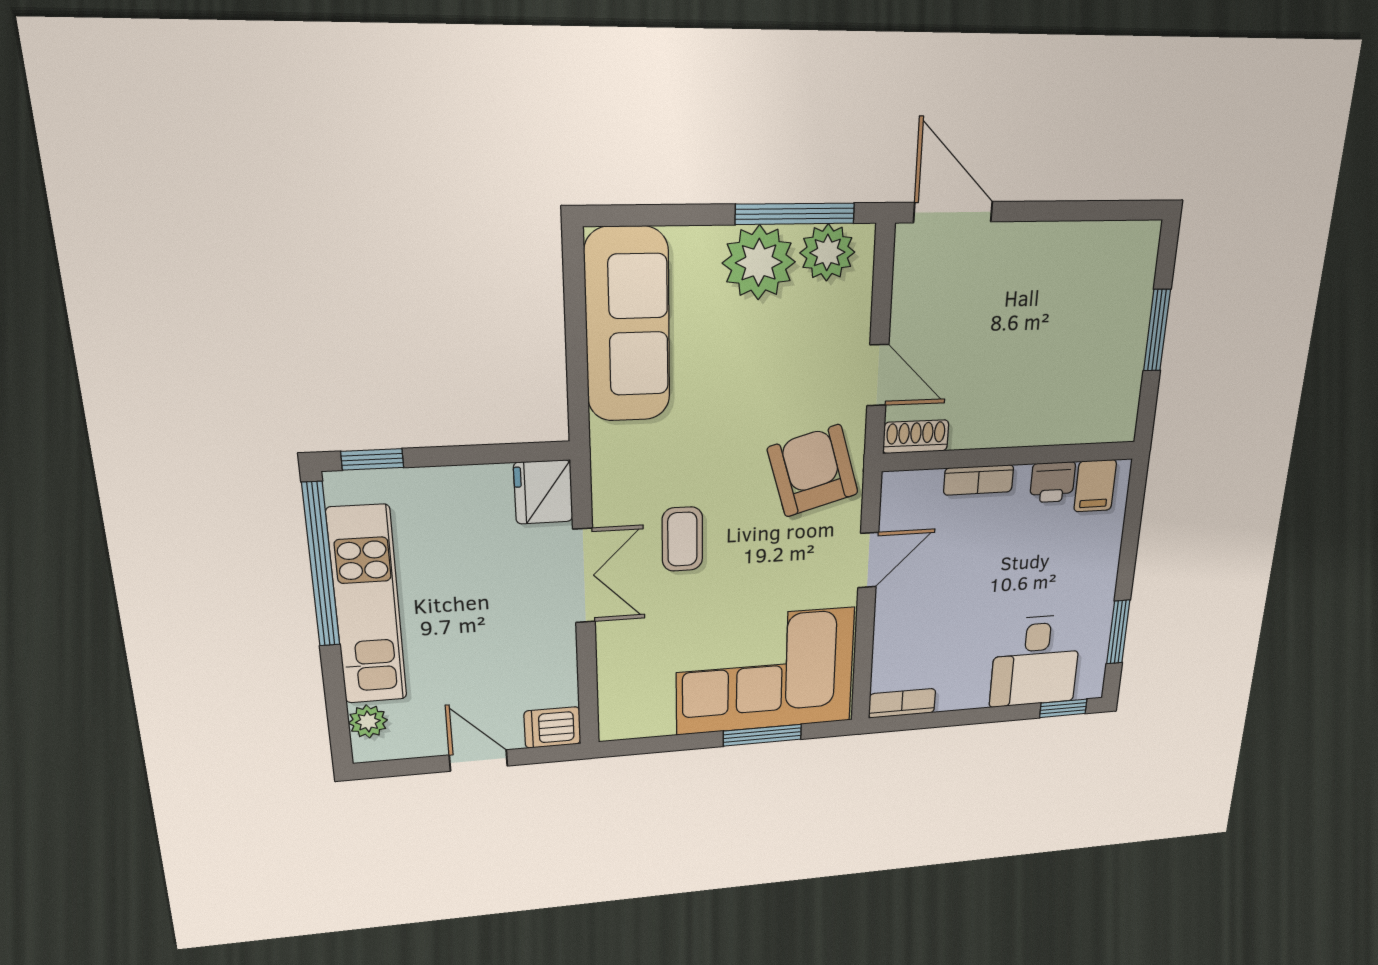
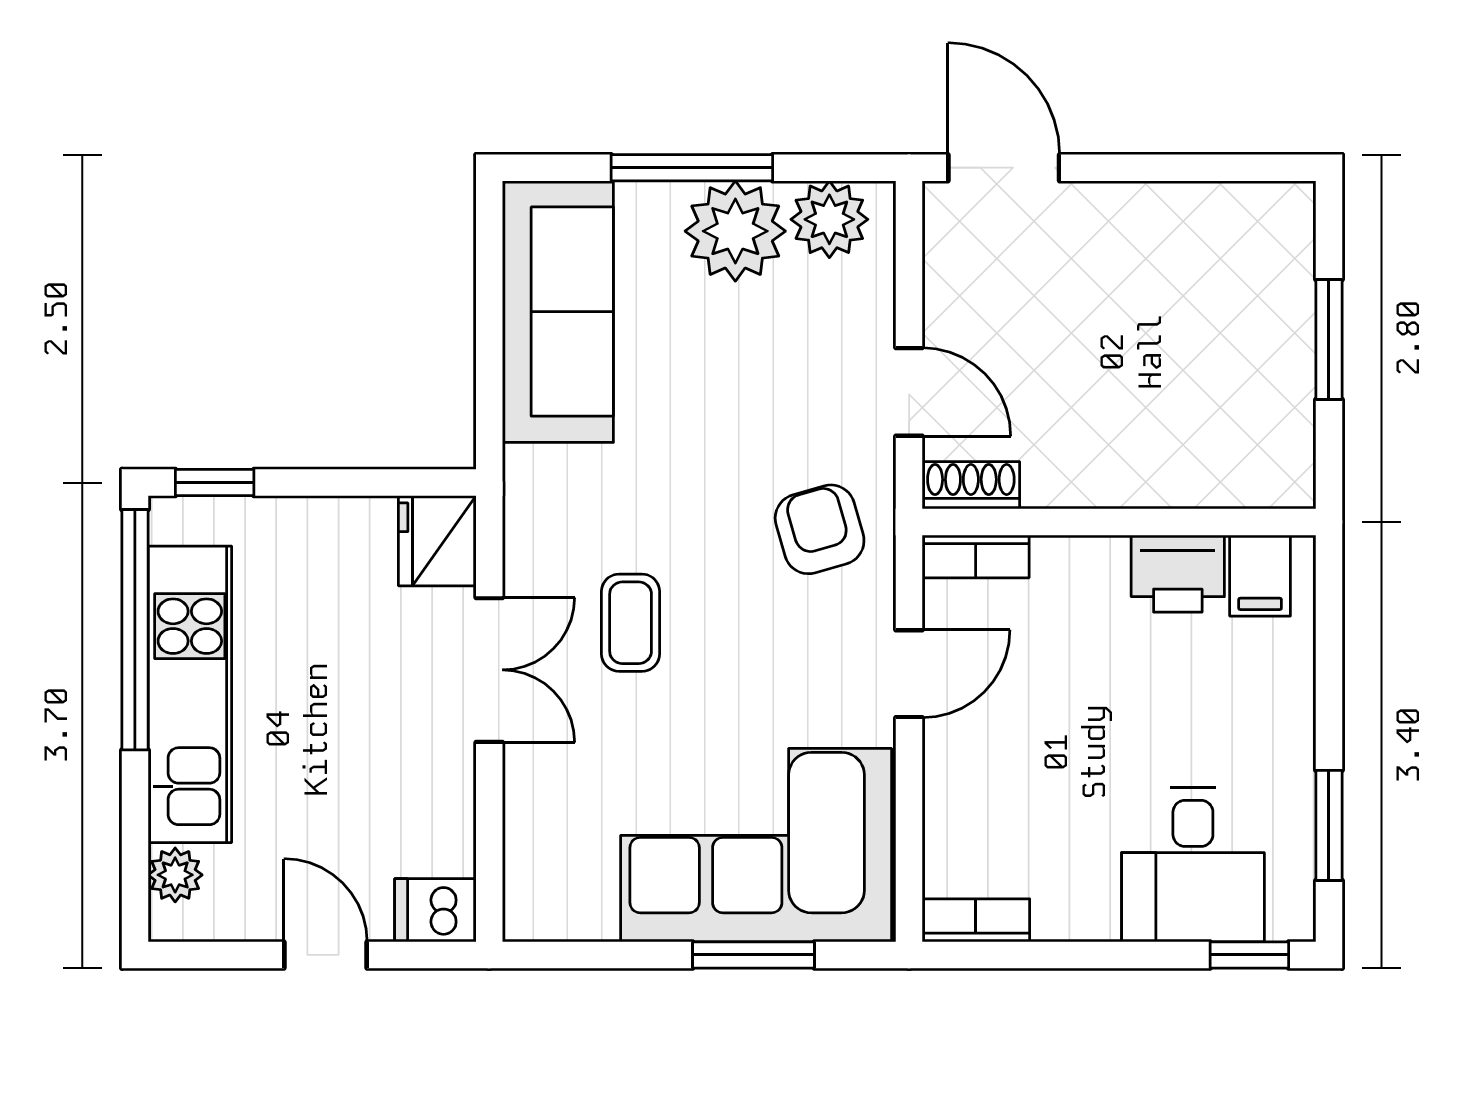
window: (795, 214) -> (692, 168), moved
armchair: (813, 471) -> (820, 529), width x0.72, depth x0.72
bookcase: (979, 480) -> (976, 556), moved
printer: (1052, 482) -> (1178, 574), width x1.36, depth x1.24

